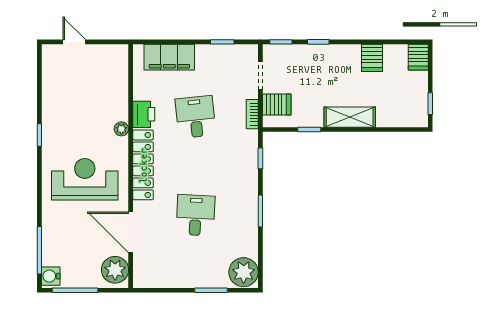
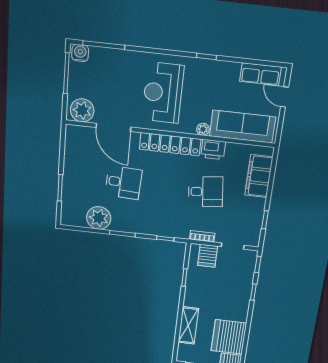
door: (74, 42) -> (285, 97), swing flipped
server rack: (372, 58) -> (229, 337), width x2.18, depth x1.44
row of seats: (52, 73) -> (260, 74), added
sofa: (113, 84) -> (243, 127), added
shelving: (350, 117) -> (188, 325), moved
reception desk: (85, 179) -> (163, 93), turned 180
door: (131, 232) -> (113, 127), swing flipped
plant: (244, 272) -> (99, 218), moved

